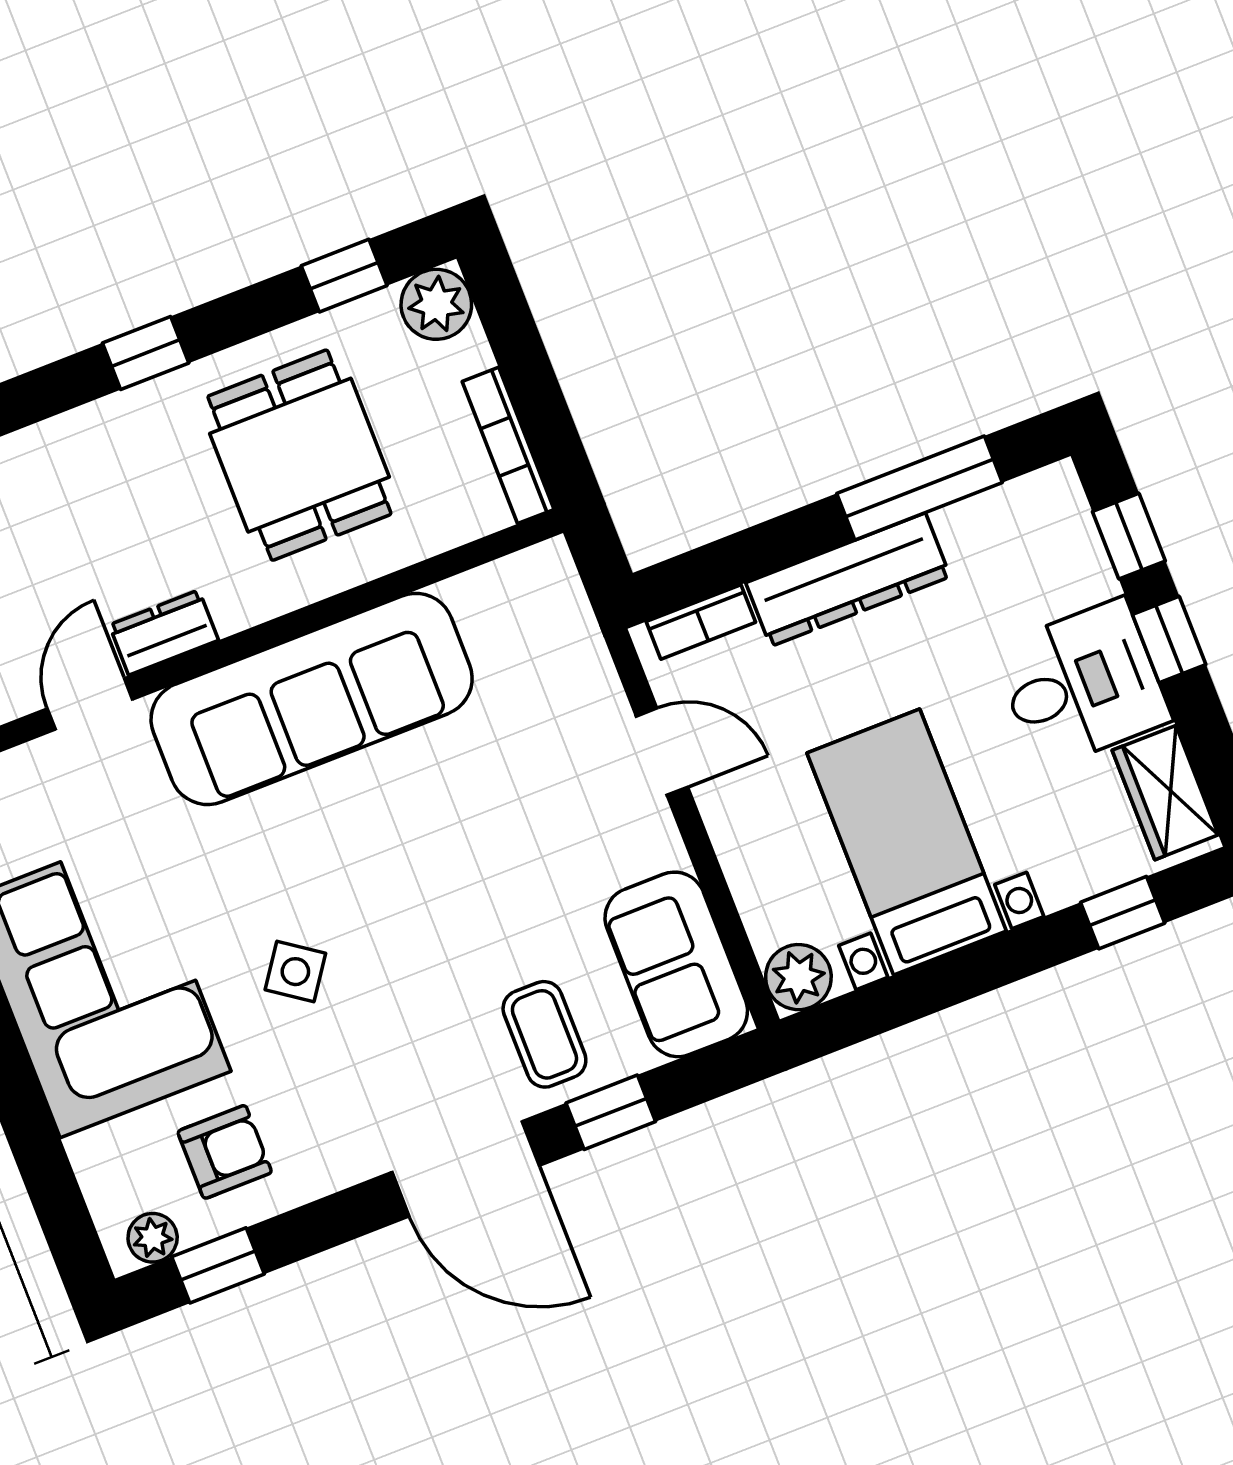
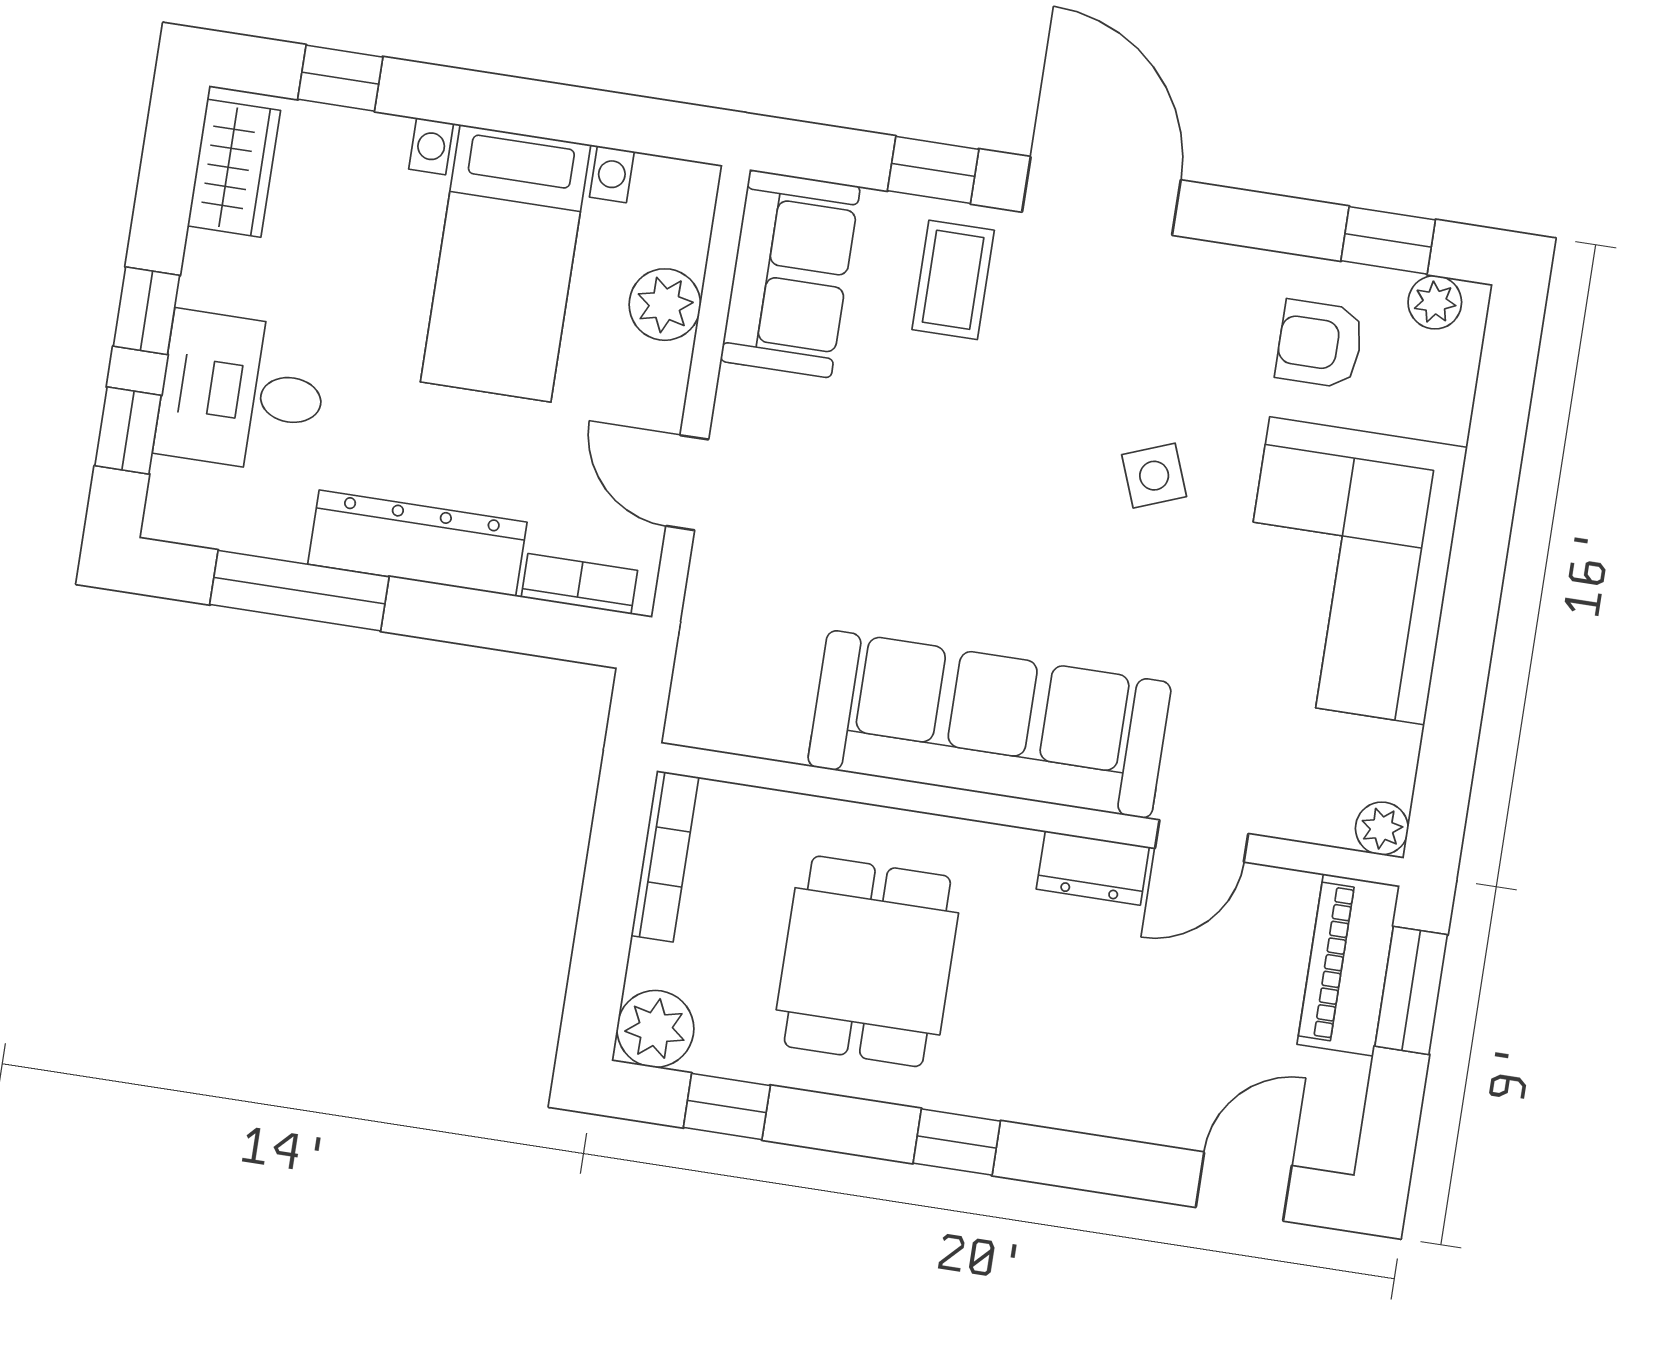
desk: (1082, 684) -> (242, 392), moved
side table: (295, 972) -> (1154, 476), turned 34
plant: (798, 977) -> (665, 305), moved

